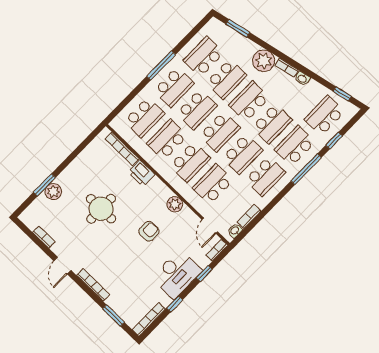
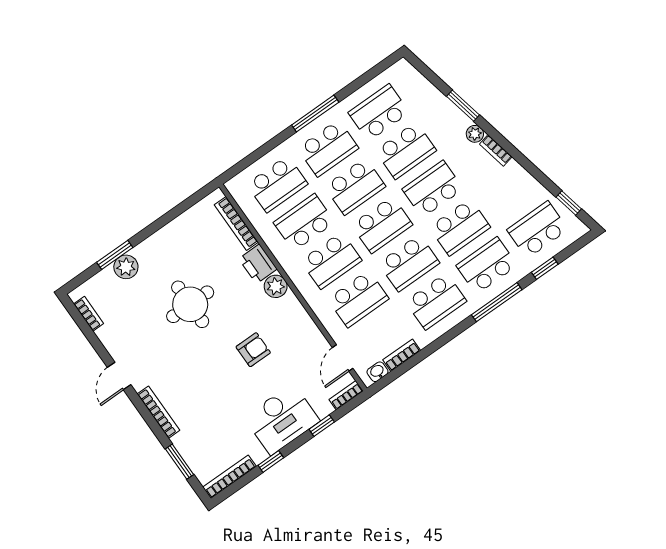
window: (238, 28) -> (463, 106), moved
plant: (264, 61) -> (475, 134), width x0.53, depth x0.53
washbasin: (302, 79) -> (515, 170), removed
school desk: (213, 184) -> (358, 299), turned 180
plant: (175, 204) -> (276, 286), moved
bookcase: (44, 237) -> (89, 314), moved

